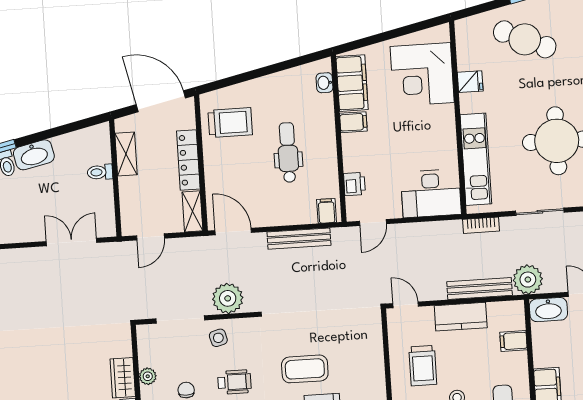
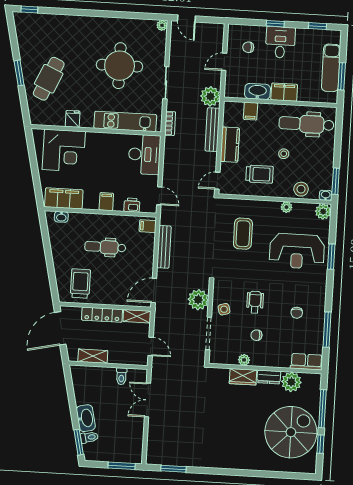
filing cabinet: (353, 122) -> (106, 202), moved
toilet: (100, 172) -> (121, 376), moved
washbasin: (548, 310) -> (258, 91), moved, turned -90
coffee table: (305, 369) -> (243, 234), moved

